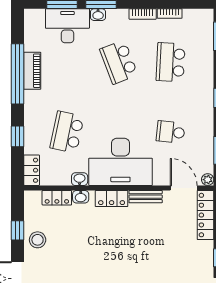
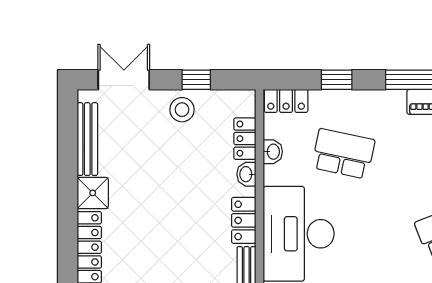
washbasin: (80, 179) -> (273, 152), moved

